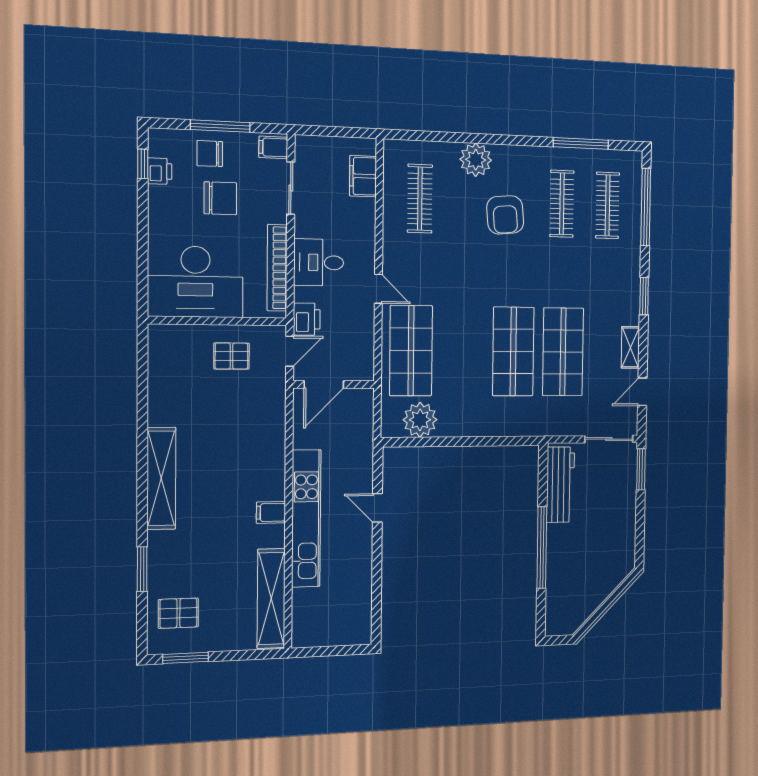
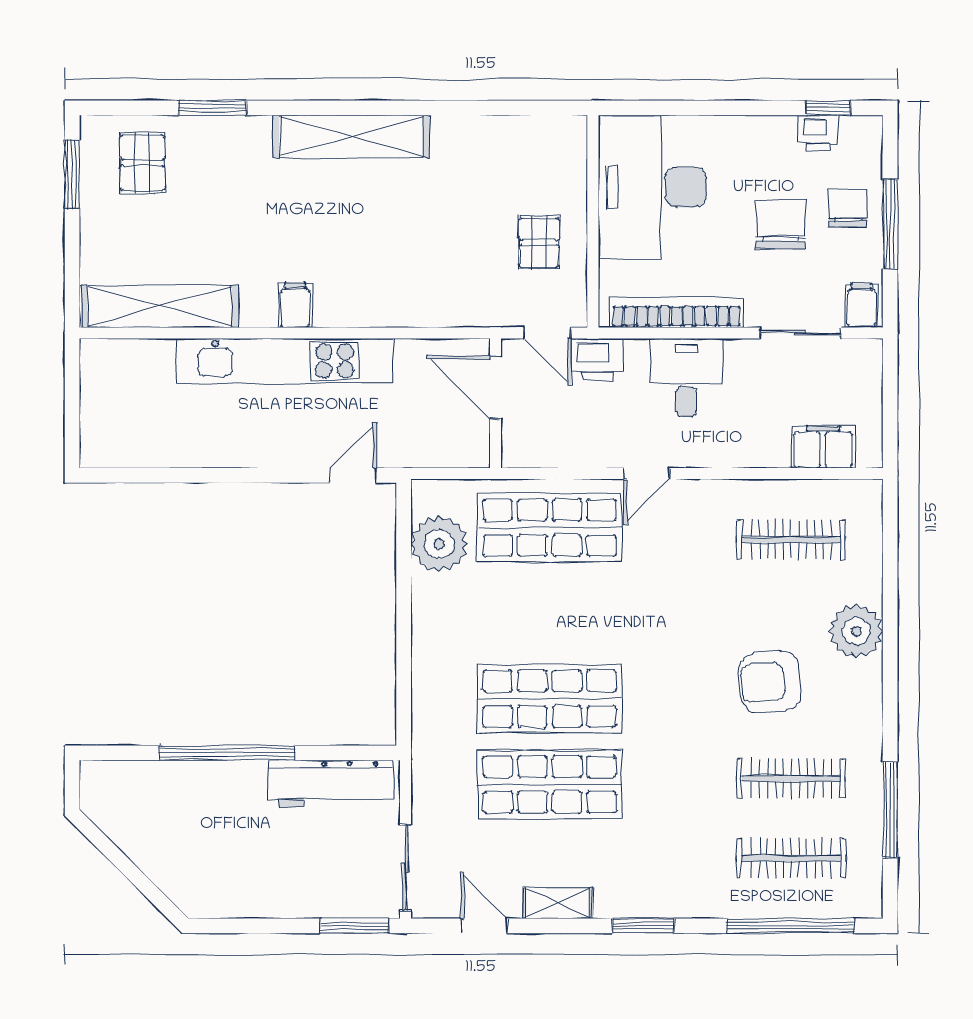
chair: (220, 198) -> (780, 225), turned 180
door: (377, 508) -> (353, 475), moved

